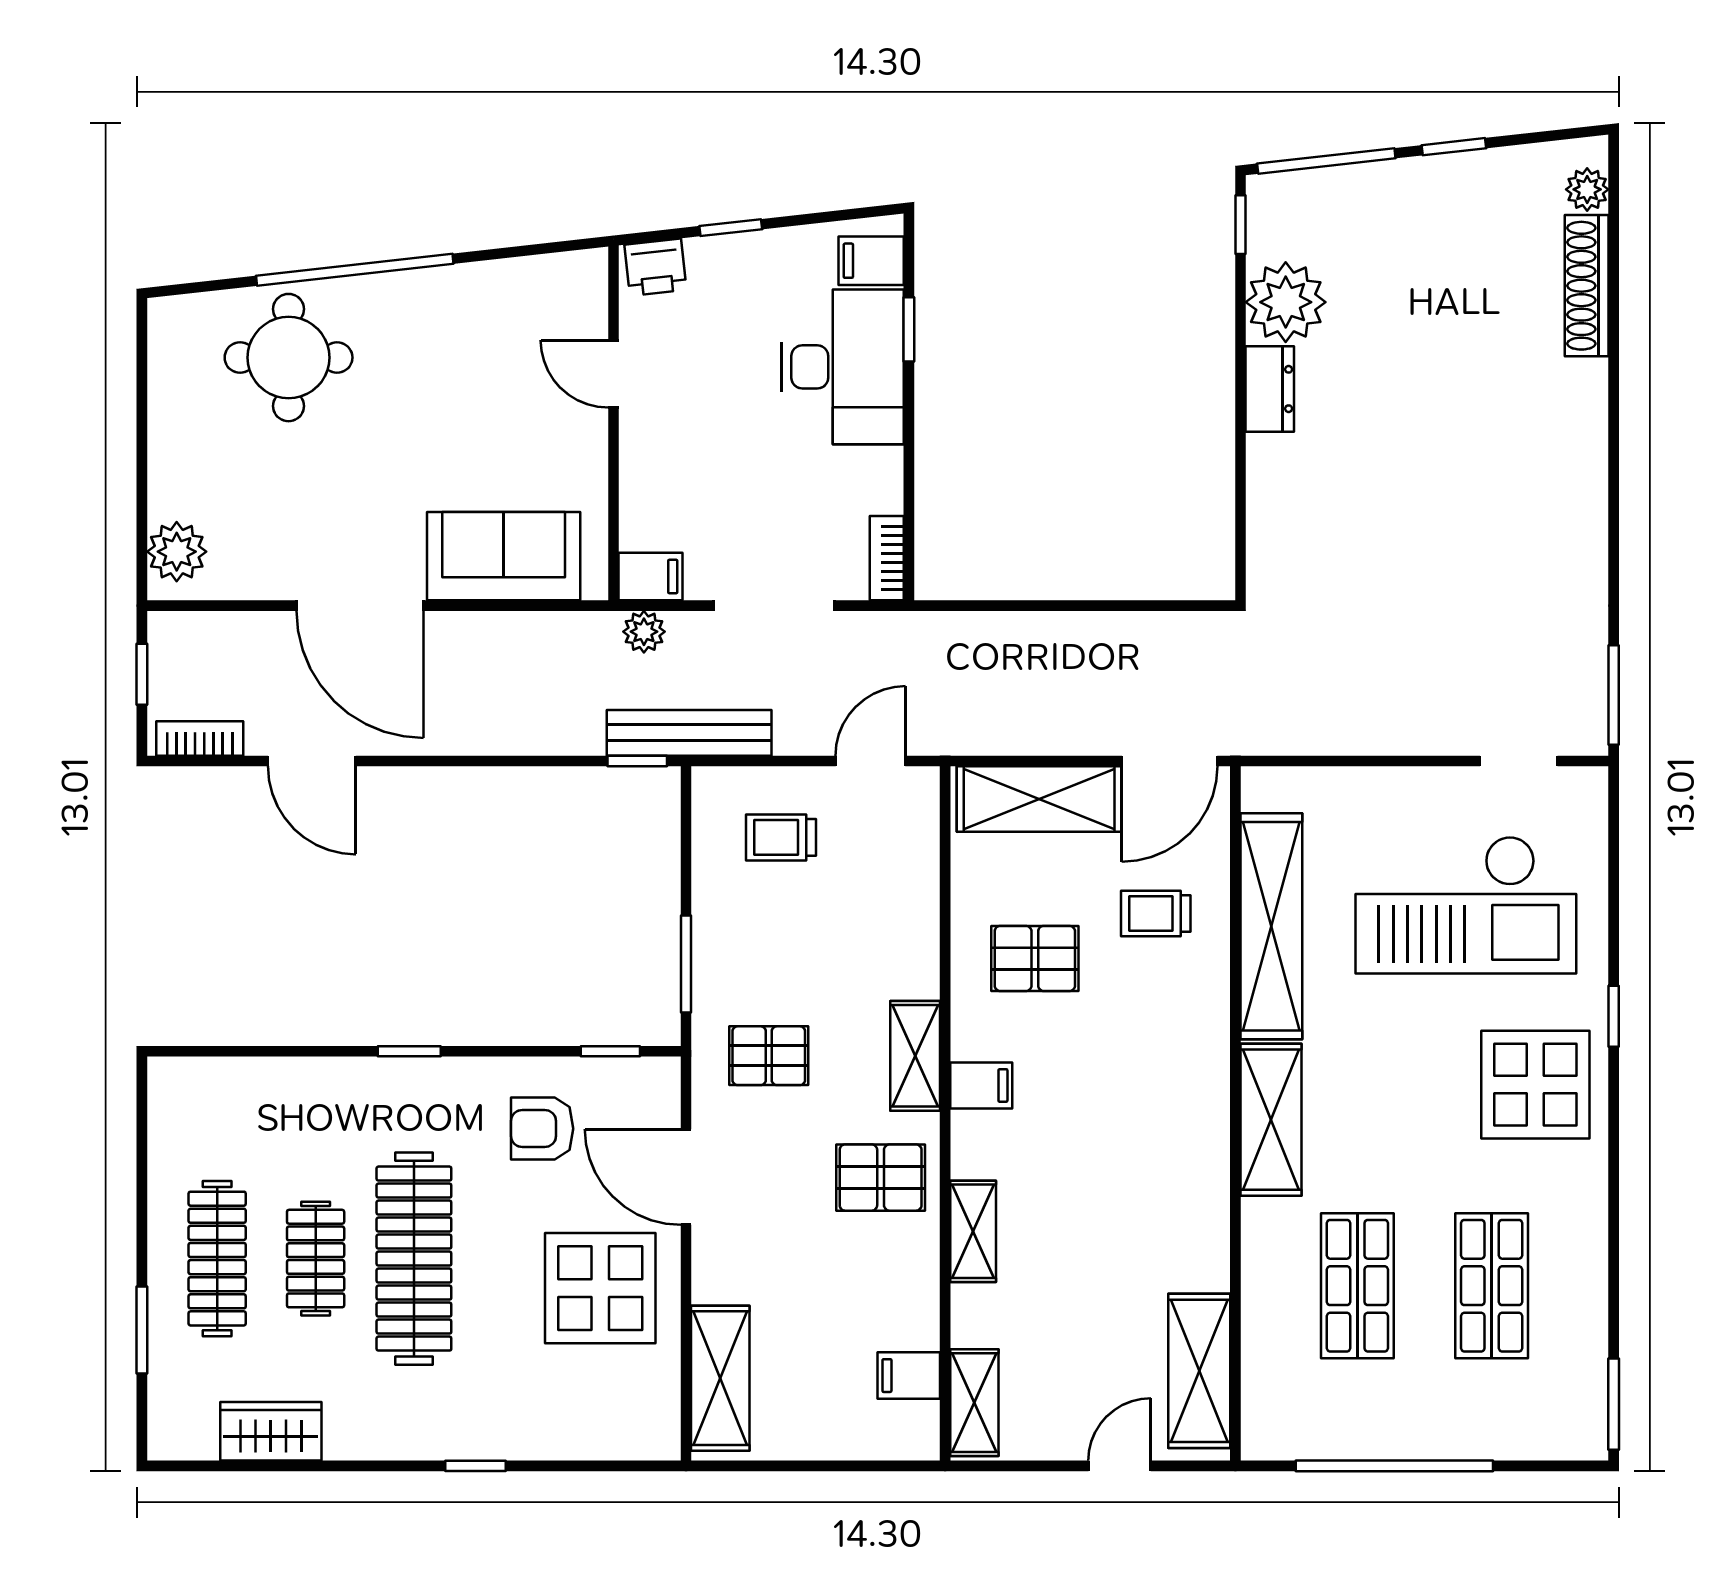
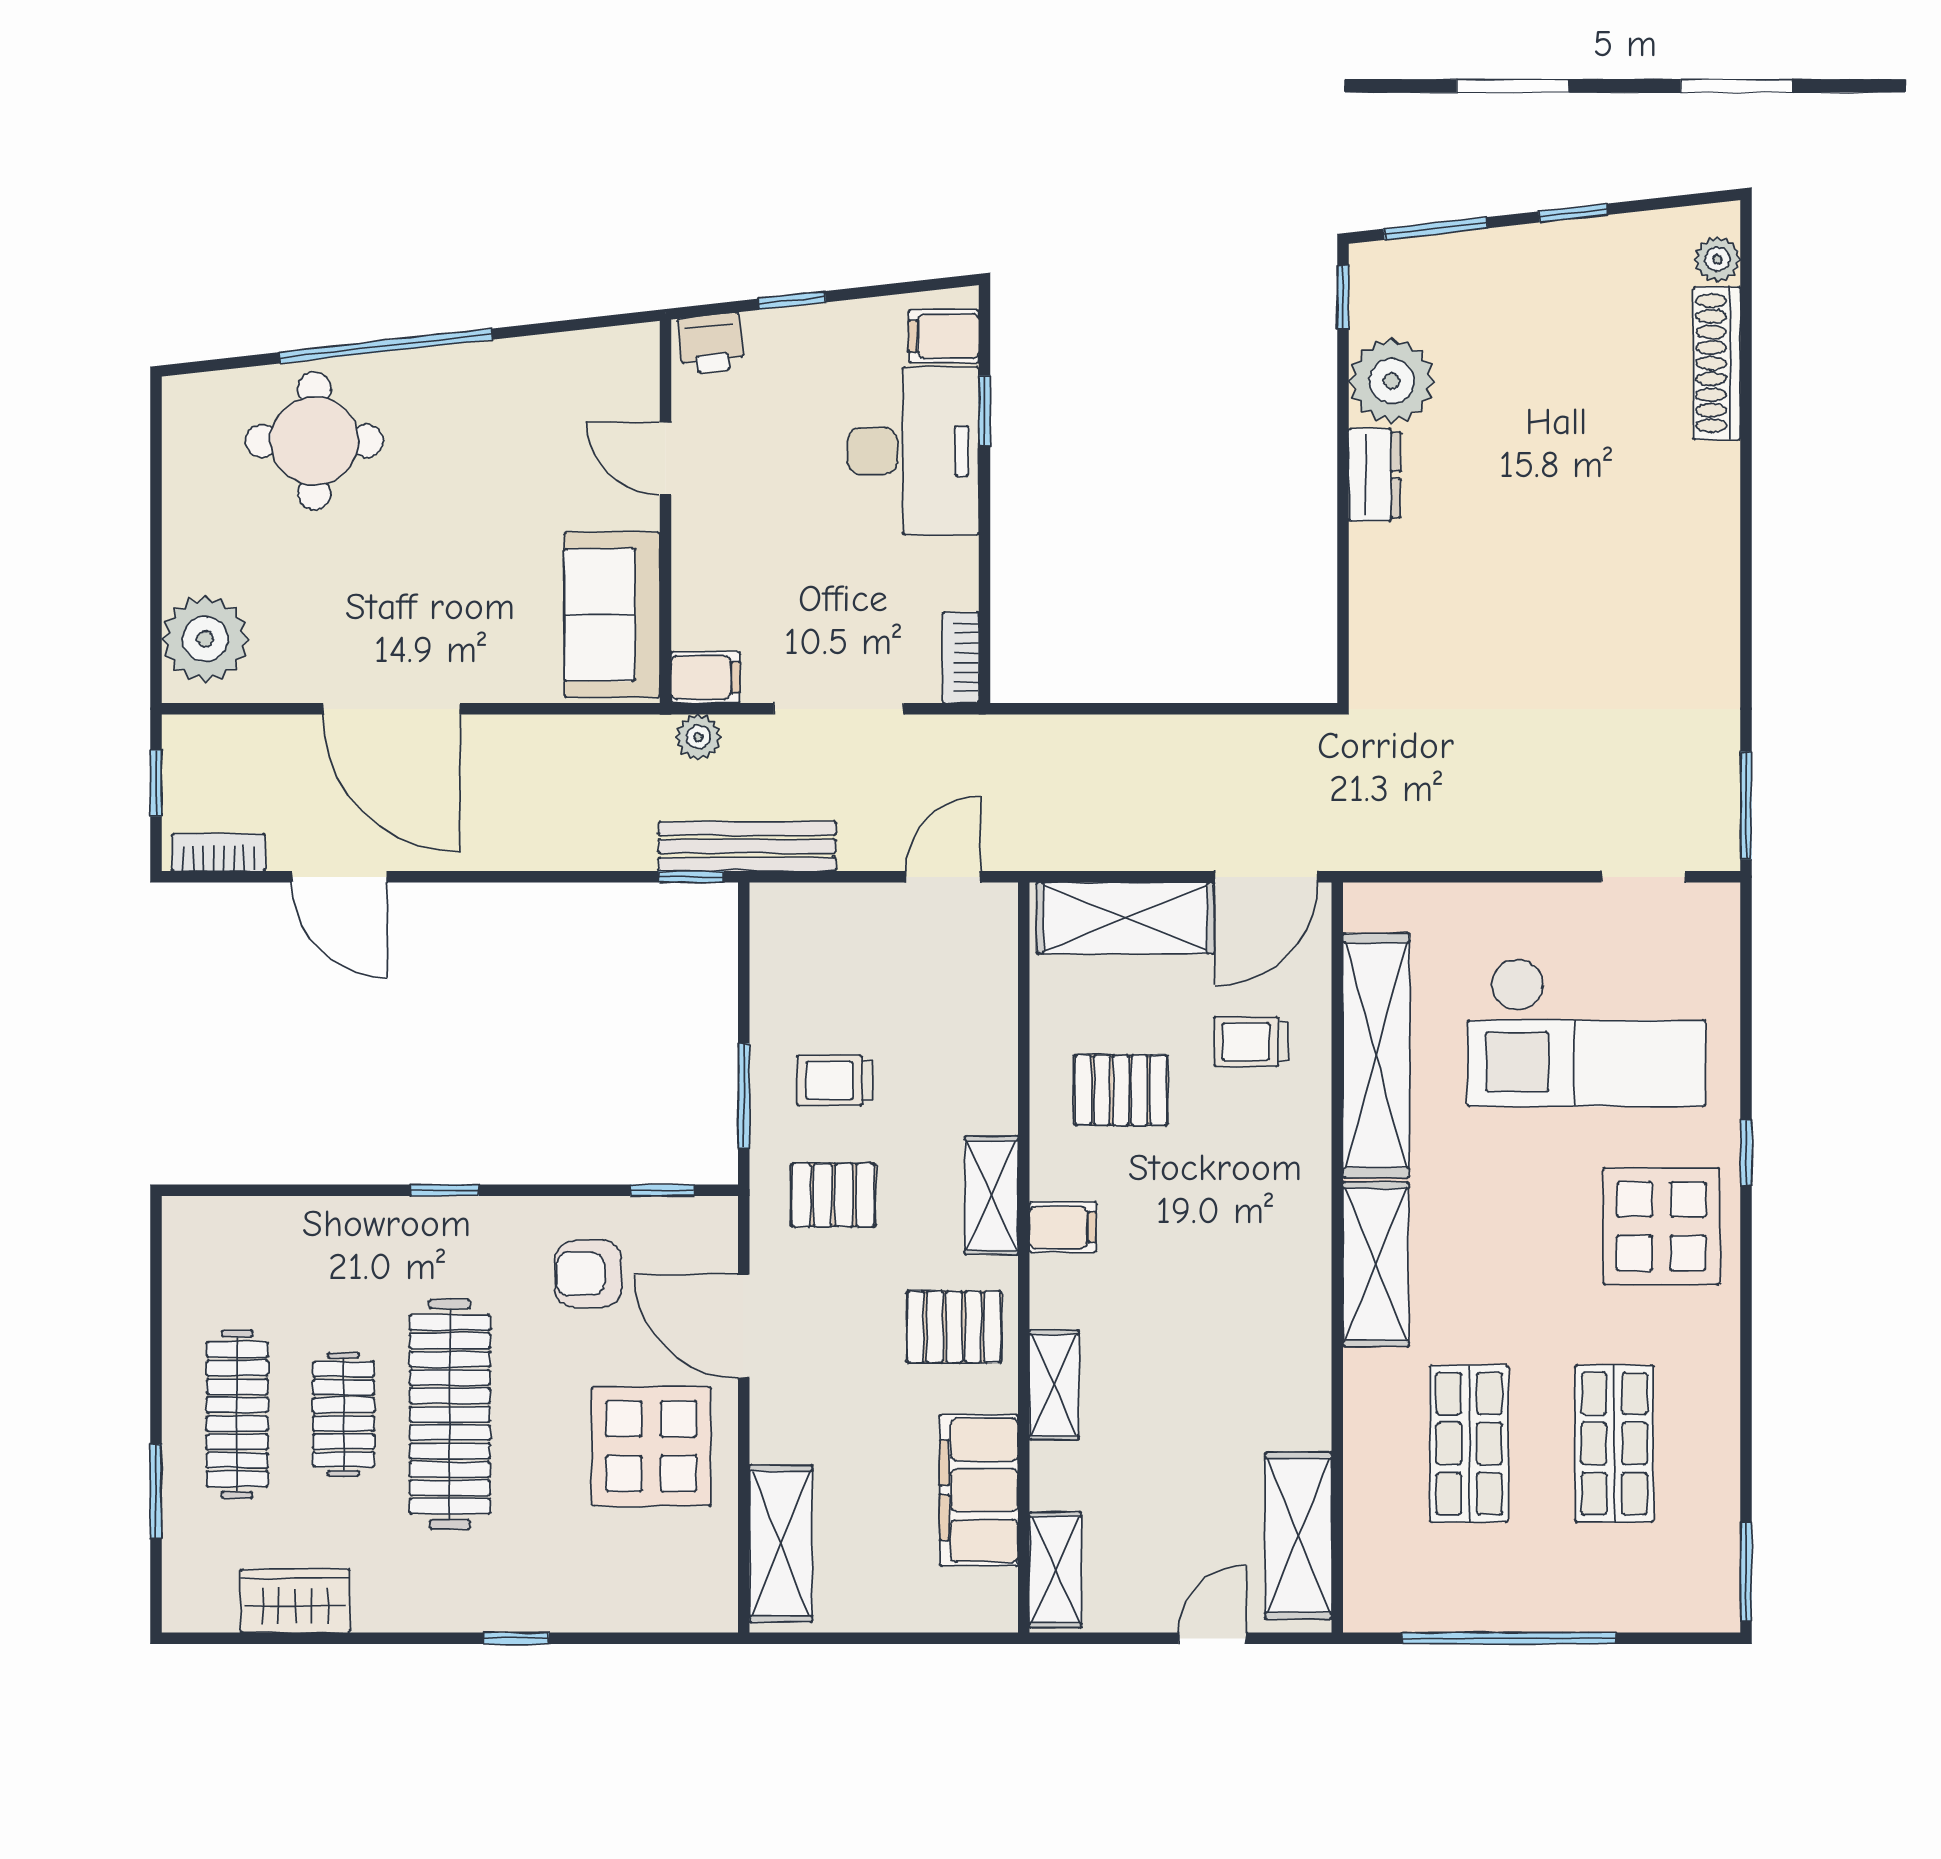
window: (1326, 161) -> (1436, 228), width x0.69
plant: (177, 552) -> (205, 639), width x1.36, depth x1.36
sofa: (504, 556) -> (612, 615), moved, turned -90
trolley: (781, 837) -> (835, 1080), moved
filing cabinet: (909, 1376) -> (979, 1490), width x3.00, depth x1.17

